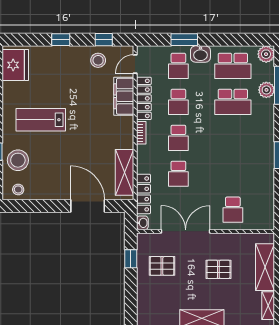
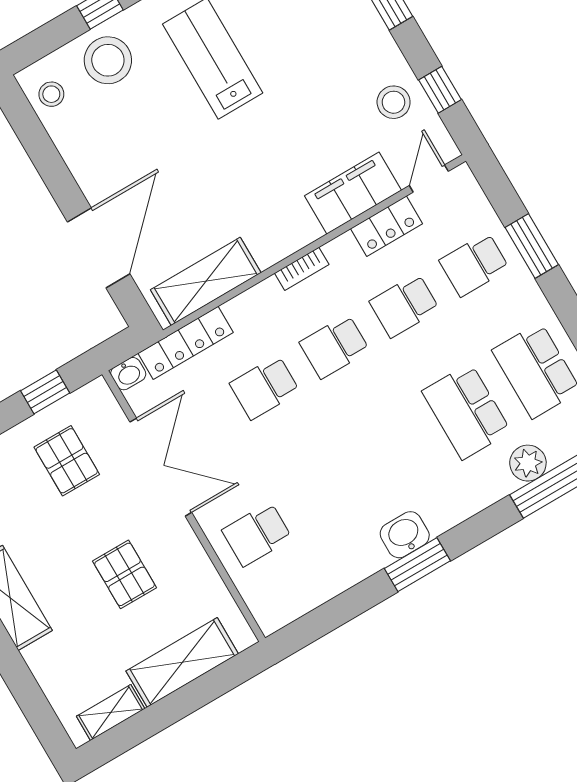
washbasin: (200, 54) -> (405, 535), moved, turned 90
door: (135, 64) -> (429, 178), hinge flipped
locker: (144, 98) -> (387, 226), width x0.66

